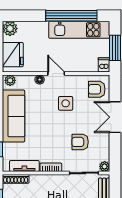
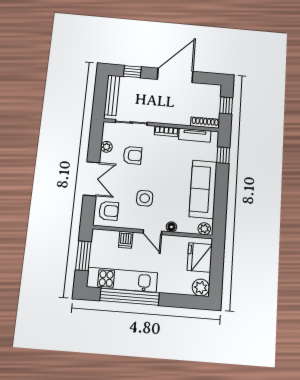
dishwasher: (104, 65) -> (126, 240), moved
plant: (105, 166) -> (106, 147), moved

